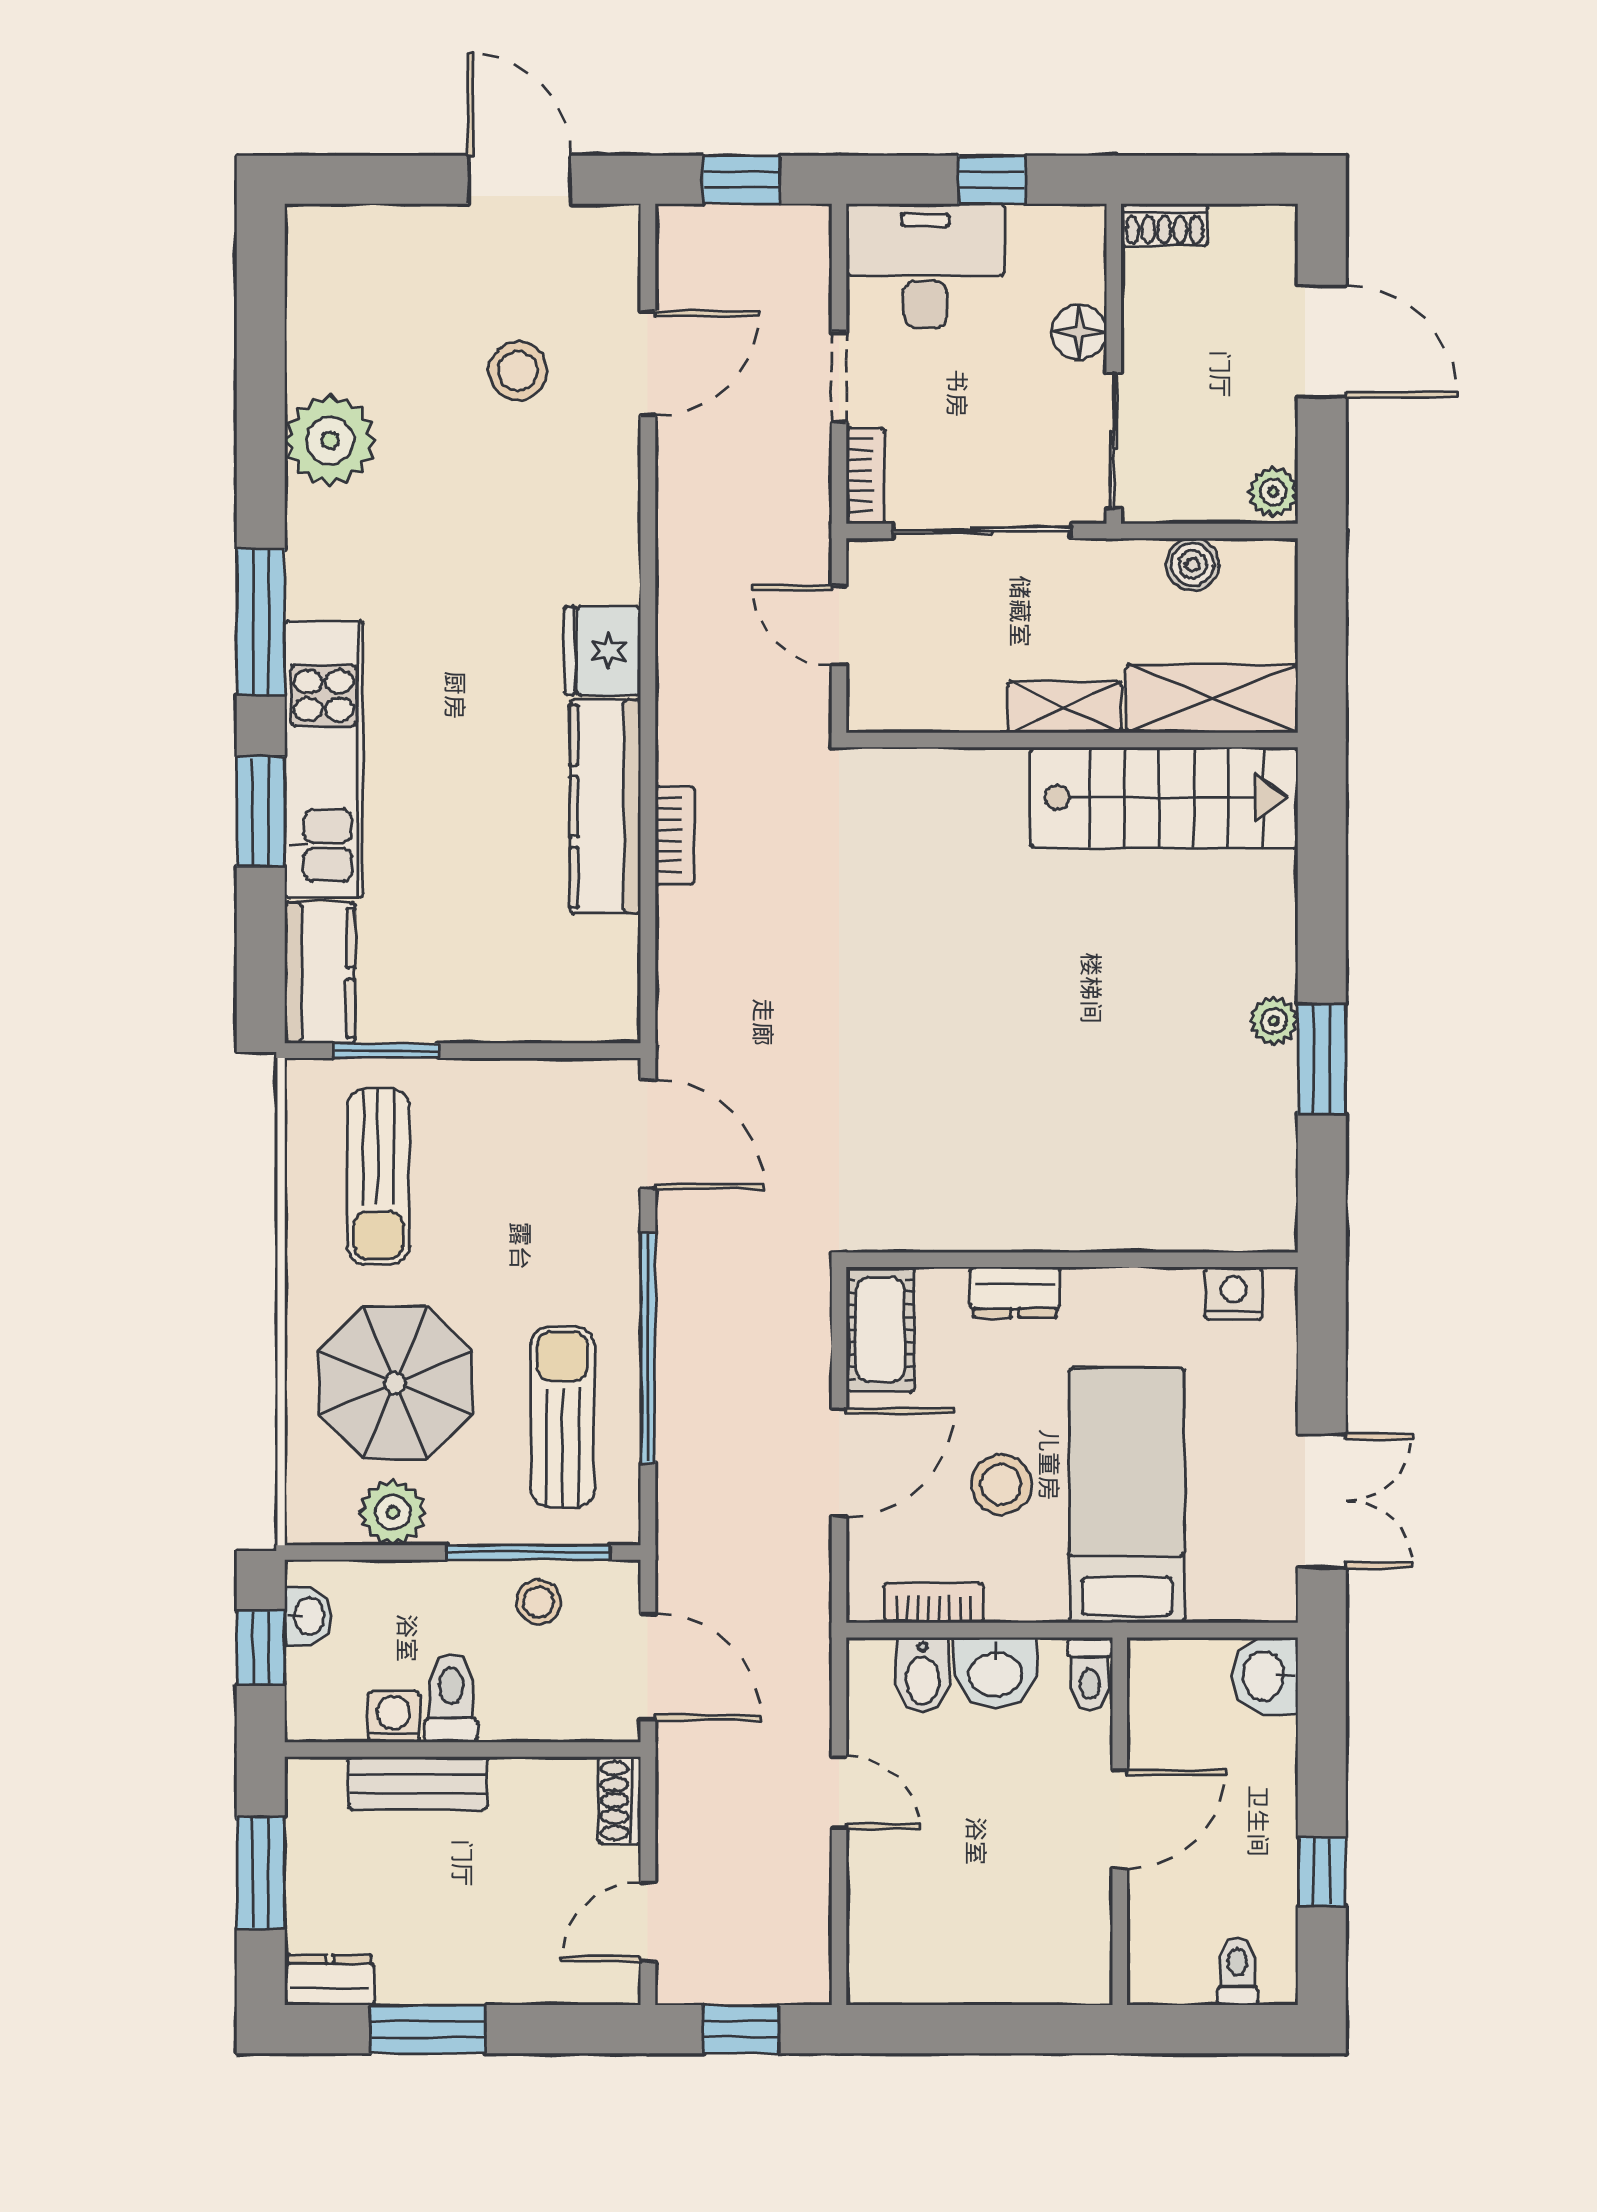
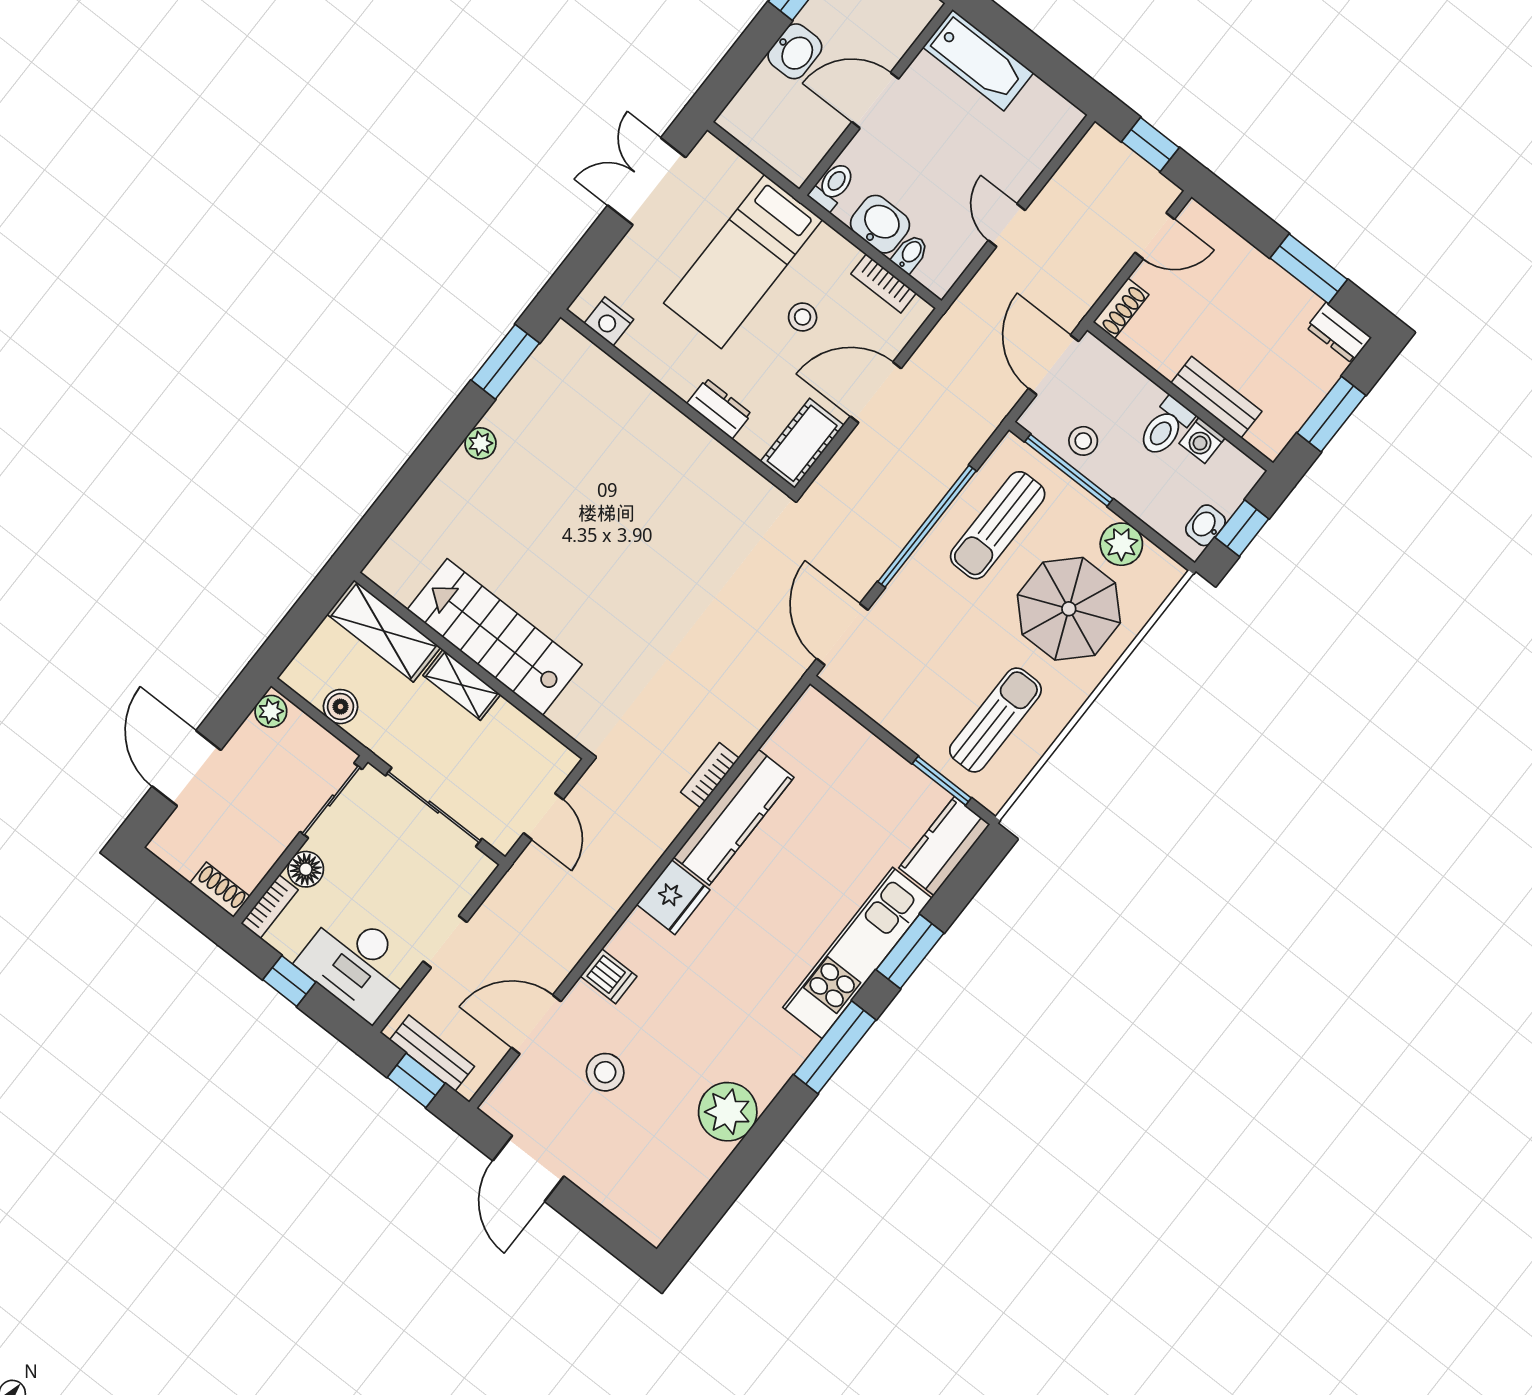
bench: (748, 228) -> (432, 1053), added
bookcase: (865, 476) -> (270, 907), moved, turned 180
dishwasher: (606, 492) -> (609, 976), added
stairs: (1164, 798) -> (495, 637), moved
window: (1322, 1059) -> (505, 362), moved
stool: (1001, 1484) -> (803, 317), width x0.73, depth x0.73
bidet: (923, 1675) -> (910, 254), width x0.72, depth x0.74
washbasin: (1265, 1676) -> (795, 51), moved
bathtub: (1032, 1967) -> (978, 60), added

